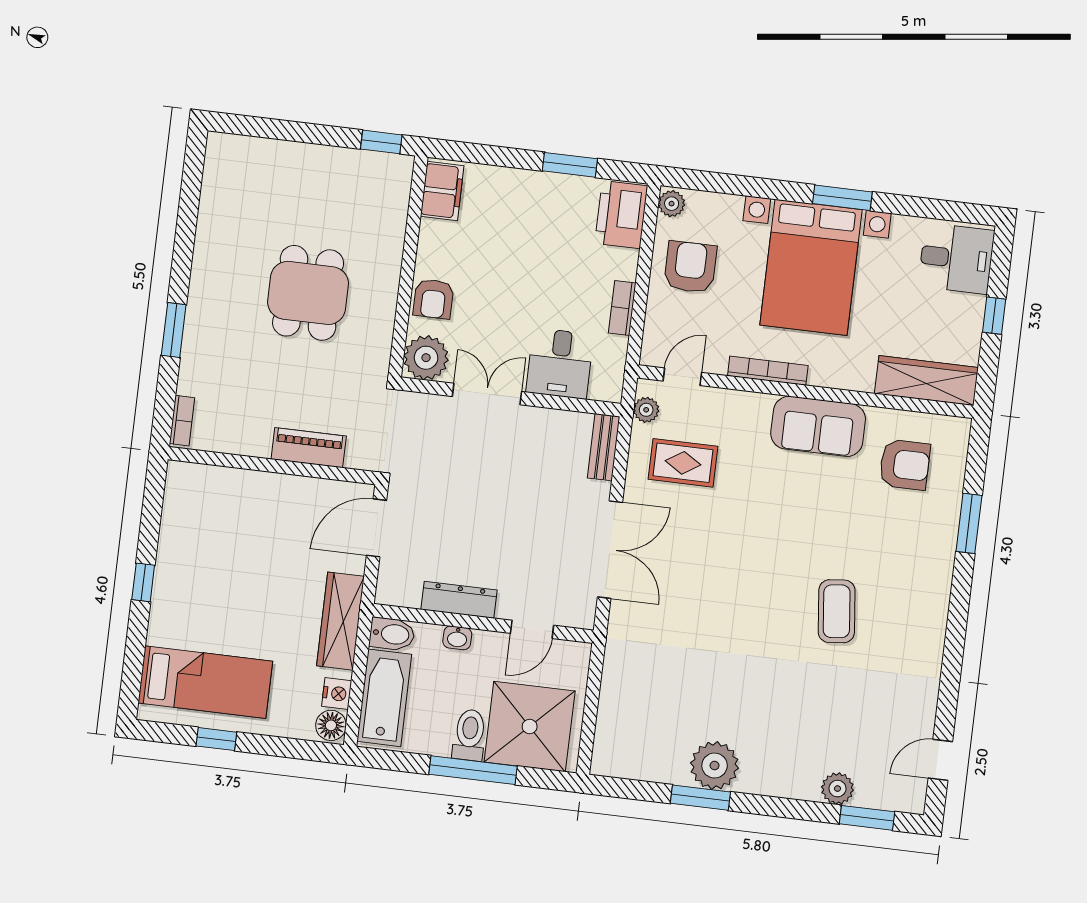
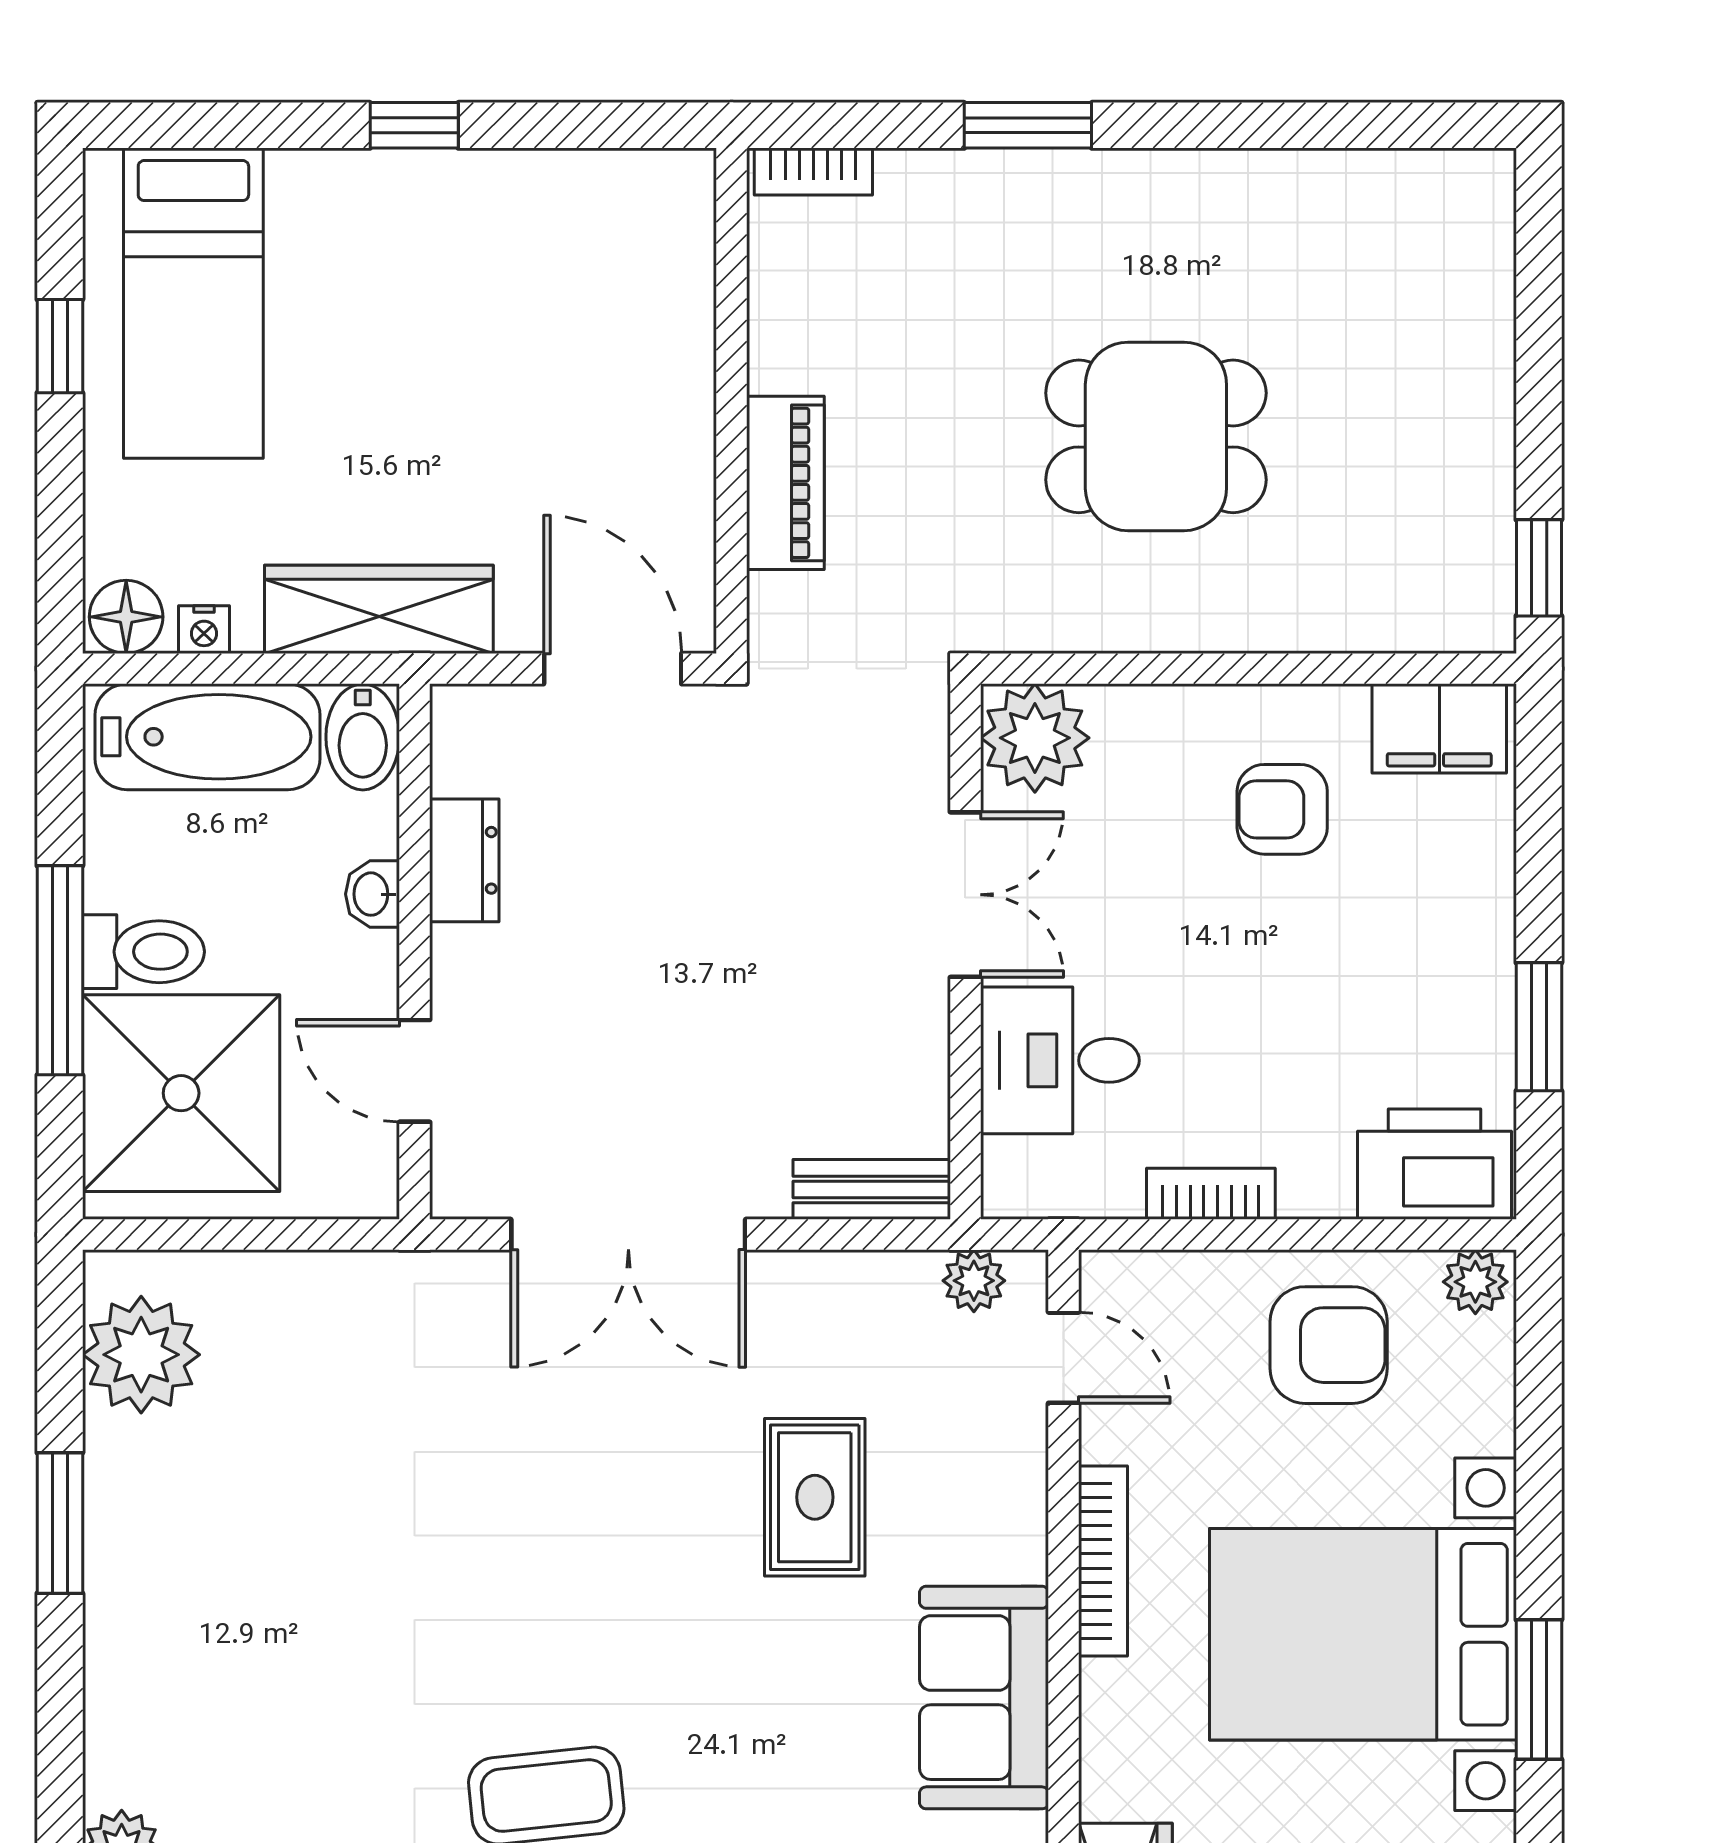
armchair: (433, 299) -> (1282, 809), moved
rug: (683, 463) -> (815, 1497), moved
dresser: (459, 600) -> (464, 860), width x0.70
nightstand: (337, 694) -> (204, 630), width x0.72, depth x0.74
plant: (715, 766) -> (141, 1355), moved

